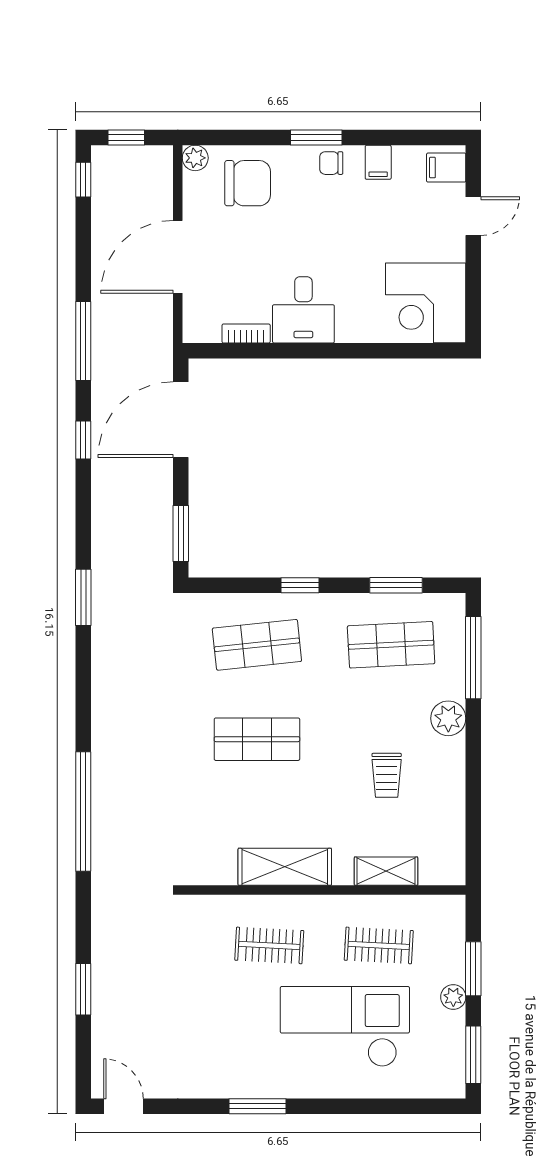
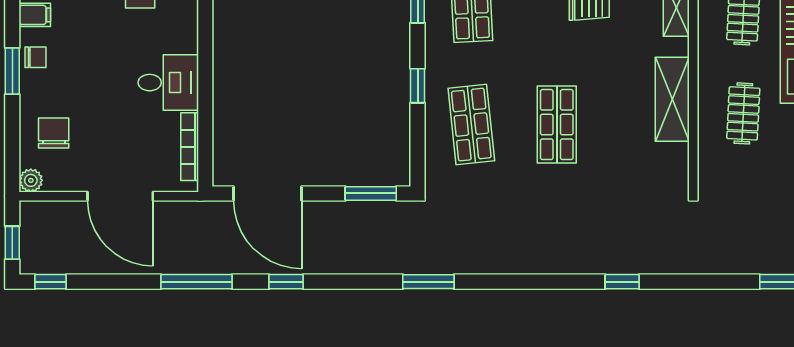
chair: (331, 163) -> (35, 57), turned -90
chair: (248, 183) -> (54, 133), width x0.73, depth x0.73
bookcase: (246, 334) -> (190, 147), width x1.56
window: (83, 812) -> (622, 282), width x0.32

